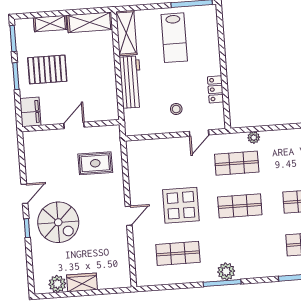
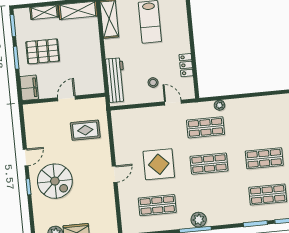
workbench: (131, 82) -> (116, 80), moved
door: (199, 133) -> (173, 103), swing flipped

